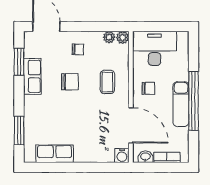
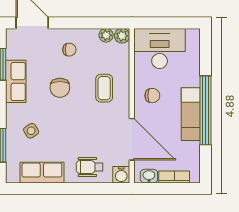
chair: (70, 82) -> (60, 88), turned 90
side table: (45, 118) -> (31, 131), added
wheelchair: (95, 149) -> (90, 167), added

